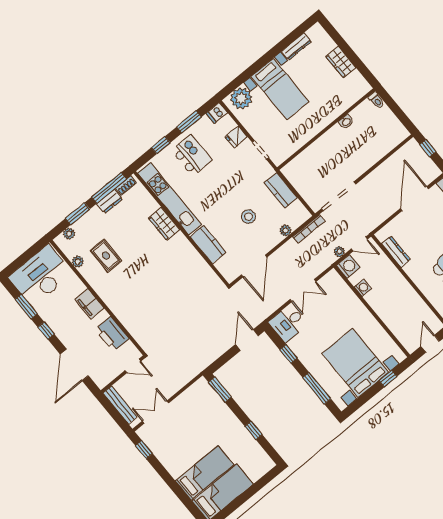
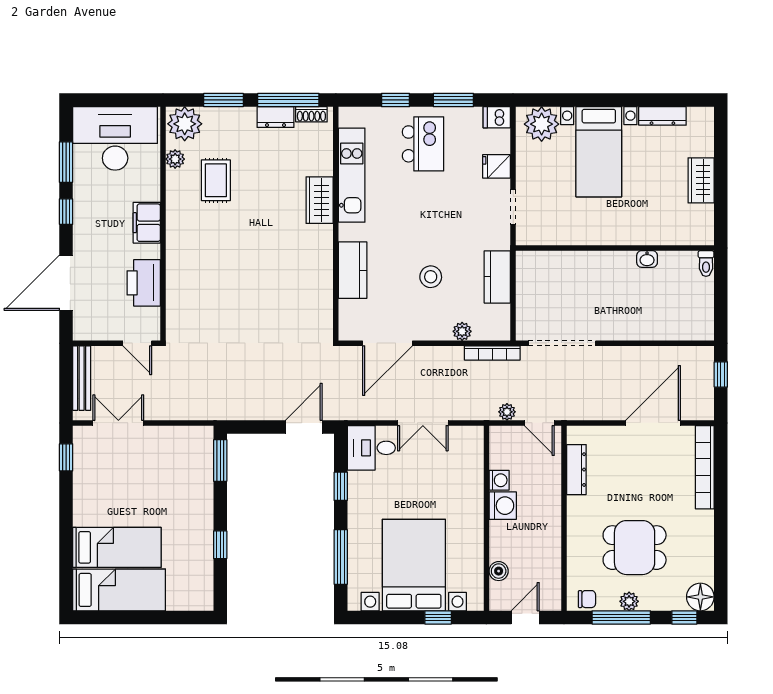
kitchen unit: (170, 199) -> (352, 175), width x0.73
plant: (69, 234) -> (185, 124), width x1.88, depth x1.88
washing machine: (348, 267) -> (503, 506), moved
boiler: (399, 332) -> (499, 571), added

